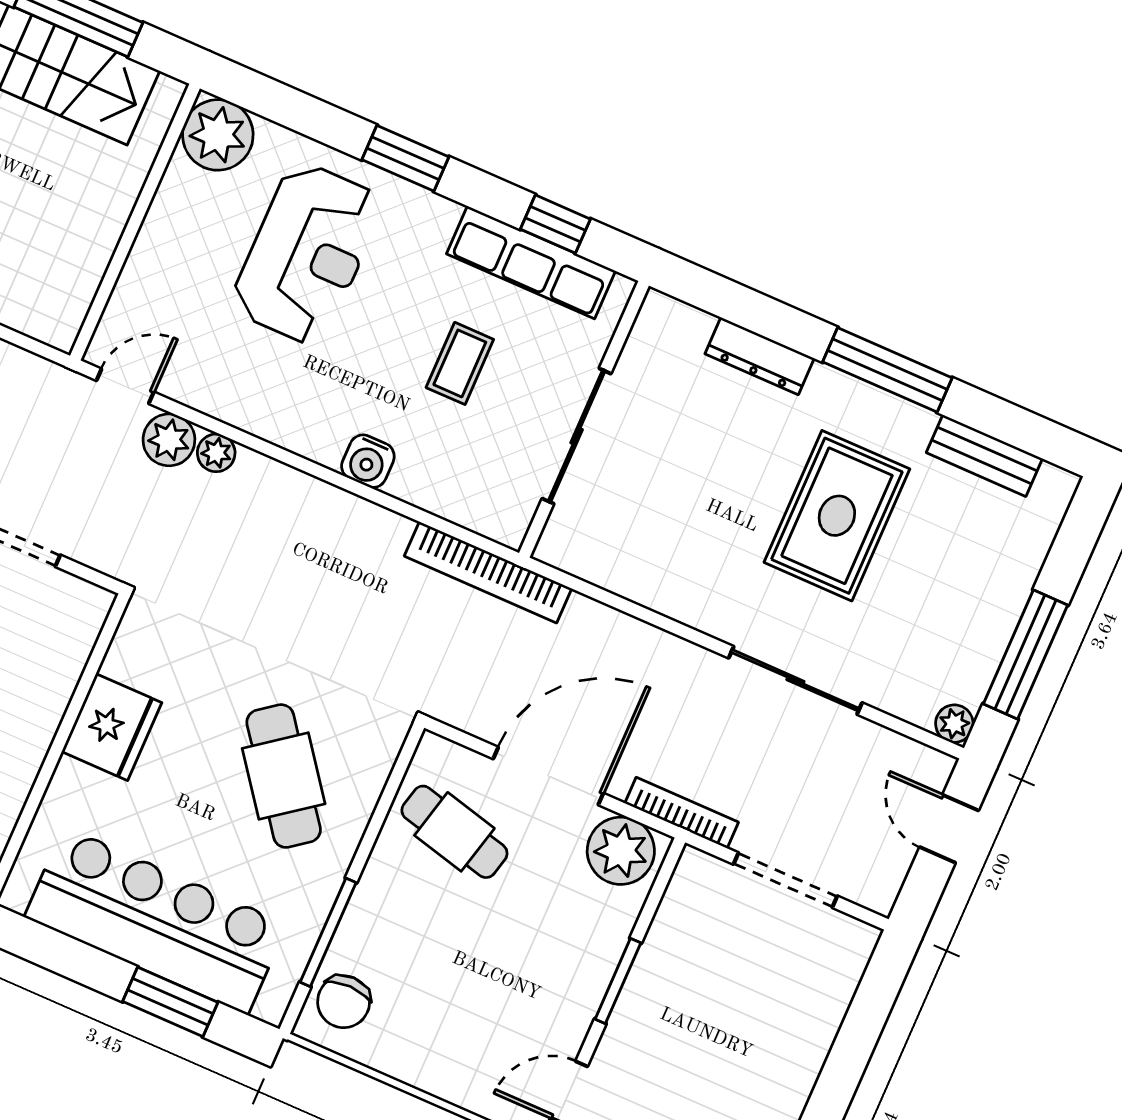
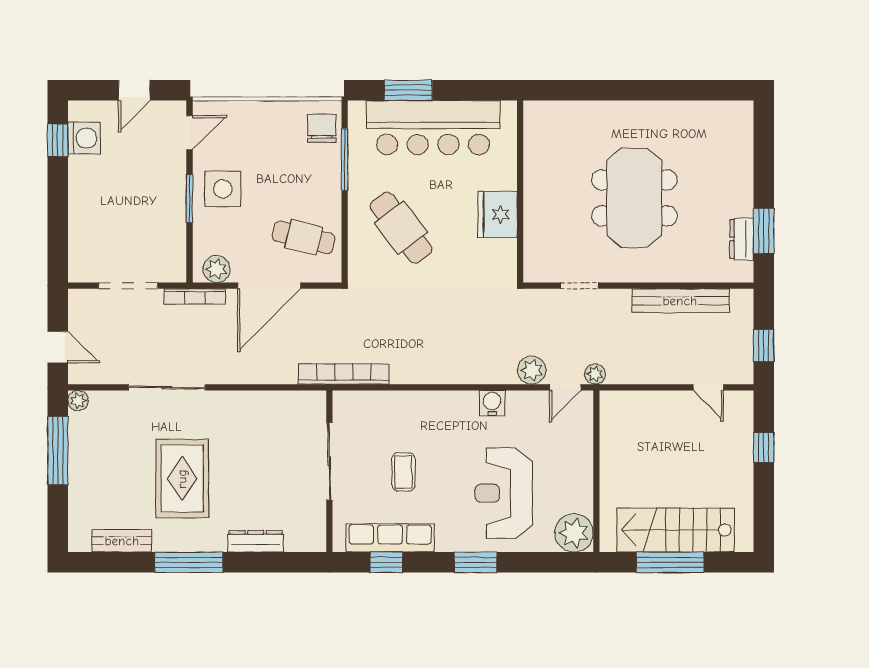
plant: (216, 453) -> (595, 374), moved
water cooler: (368, 461) -> (492, 403), moved
plant: (621, 851) -> (217, 269), width x0.73, depth x0.73
side table: (555, 973) -> (223, 189), added

